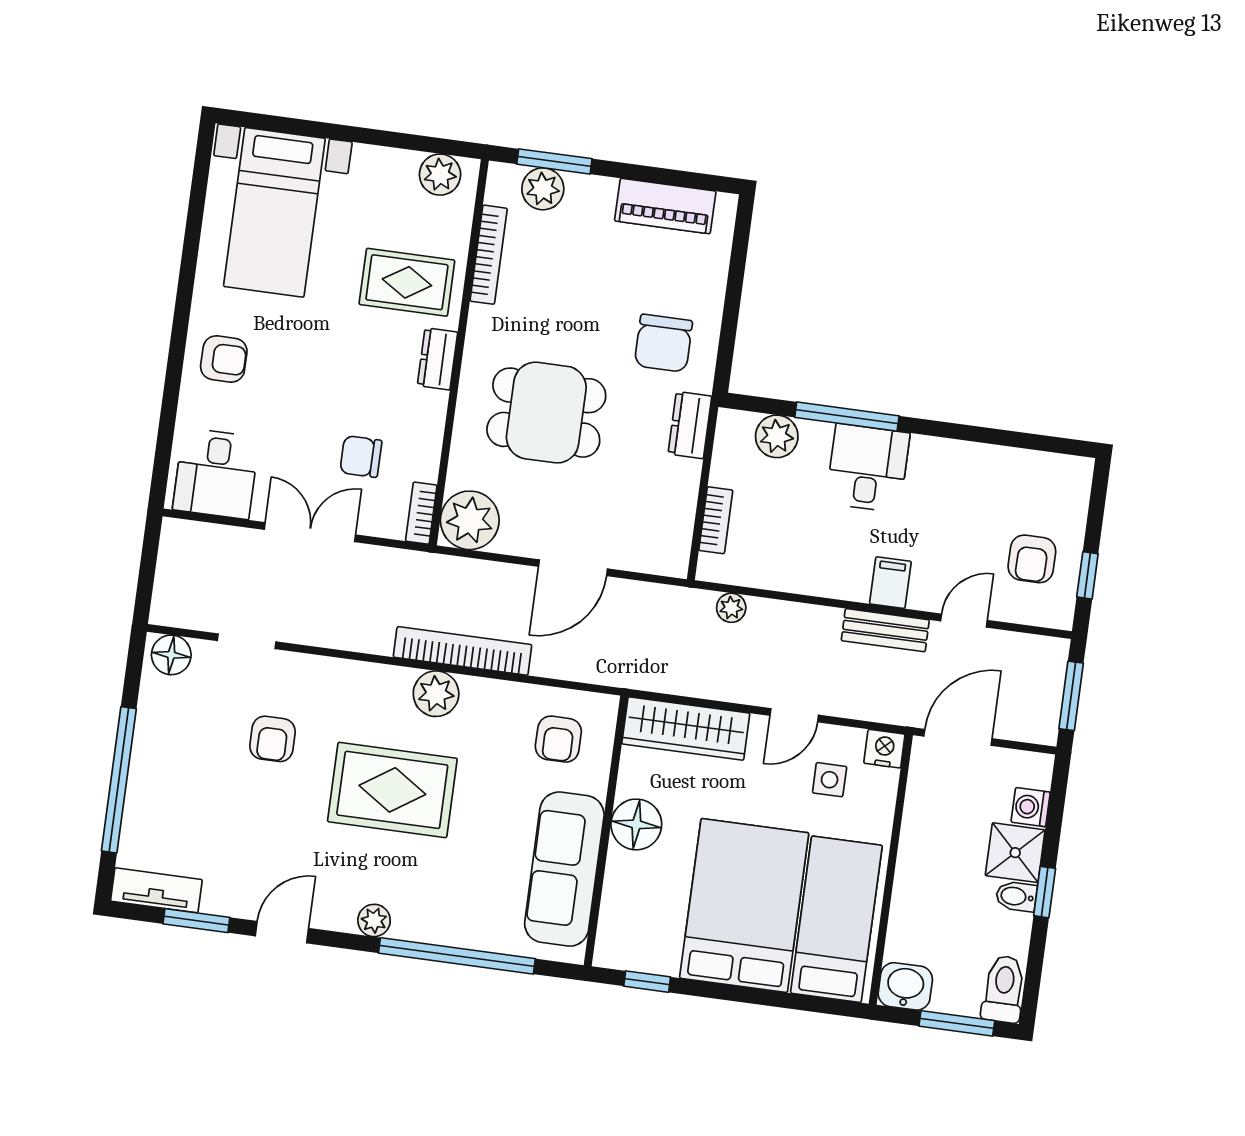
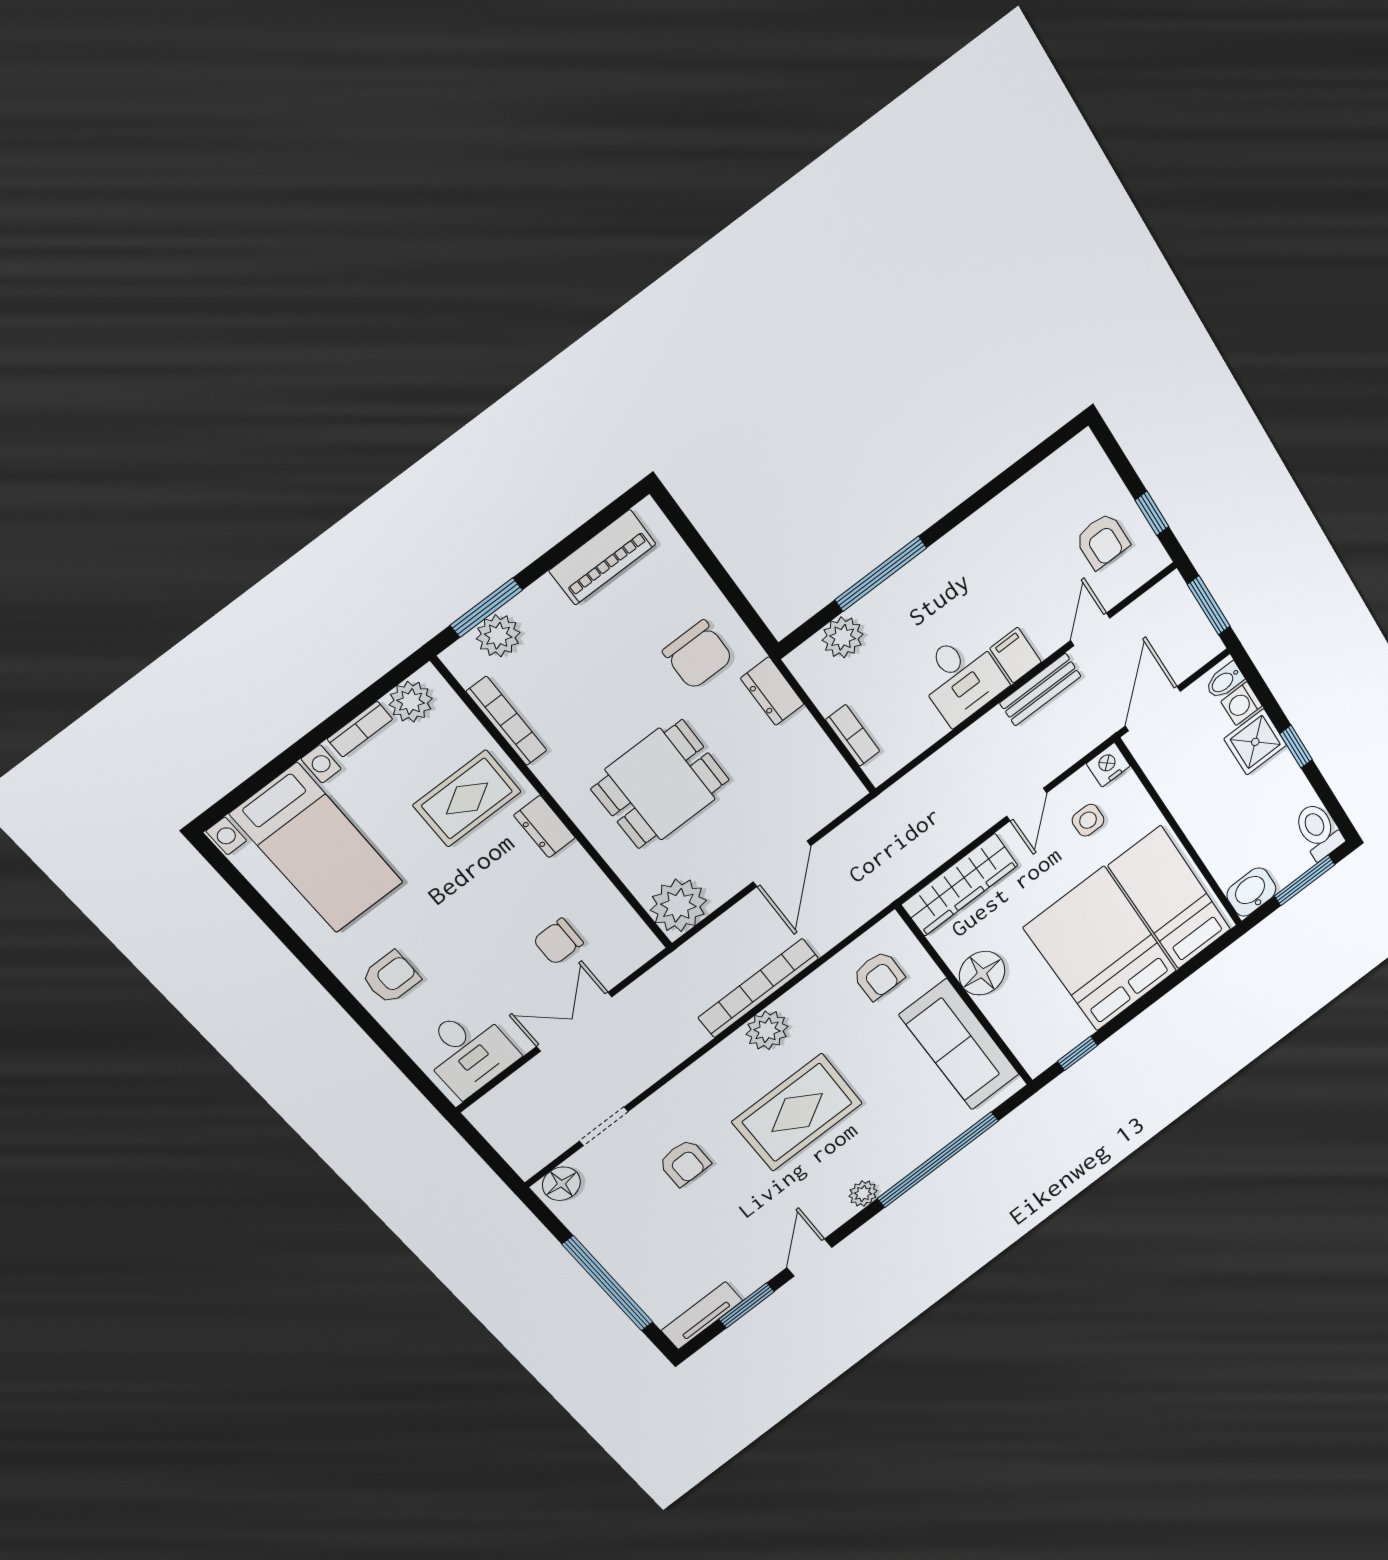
desk: (868, 468) -> (961, 678), moved, turned 180
bookcase: (421, 513) -> (360, 729), moved, turned -90
plant: (731, 608) -> (918, 781), removed
bidet: (1016, 896) -> (1225, 681), moved

